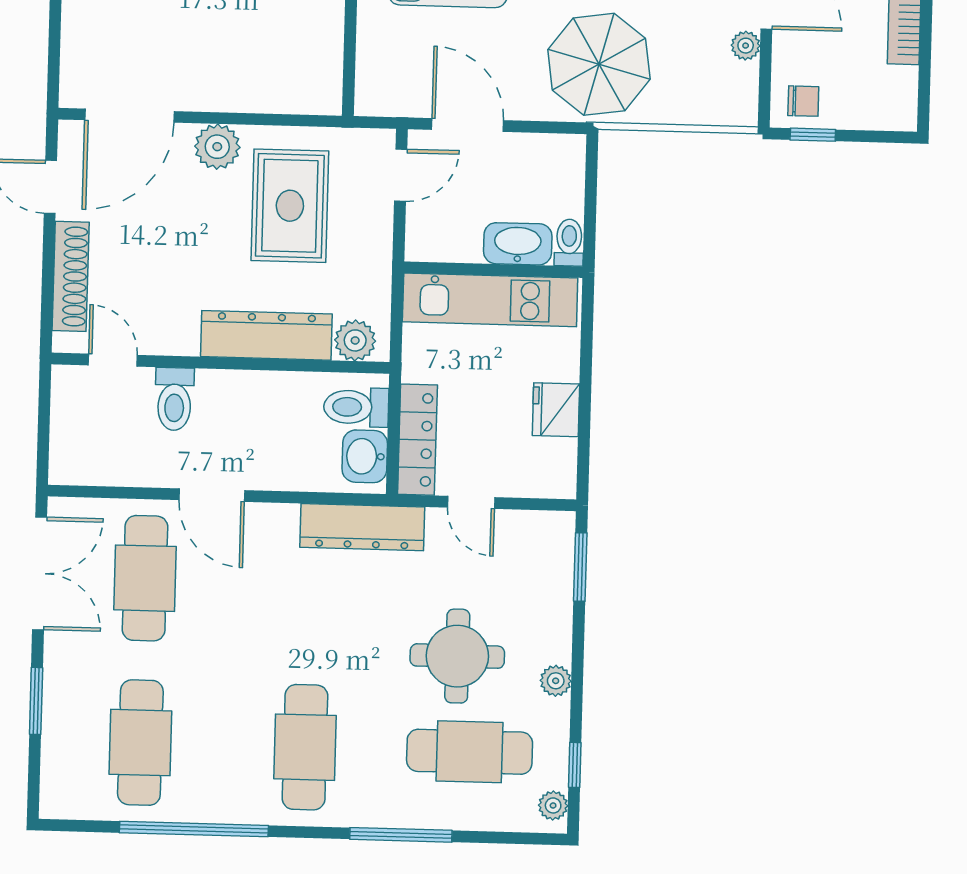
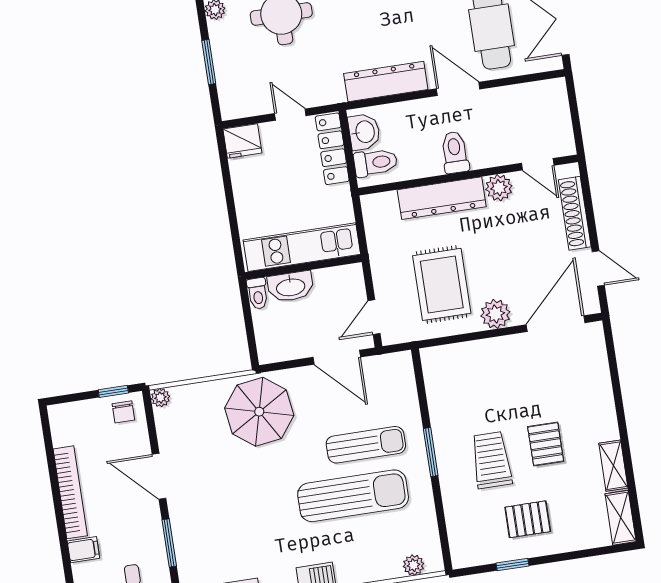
plant: (746, 46) -> (160, 398), moved
chair: (803, 101) -> (123, 412), turned -90
plant: (355, 340) -> (499, 188), moved
toilet: (174, 399) -> (455, 152), moved
fridge: (556, 410) -> (242, 141), moved, turned 90
dresser: (362, 527) -> (386, 82), moved
window: (580, 567) -> (209, 62), moved

